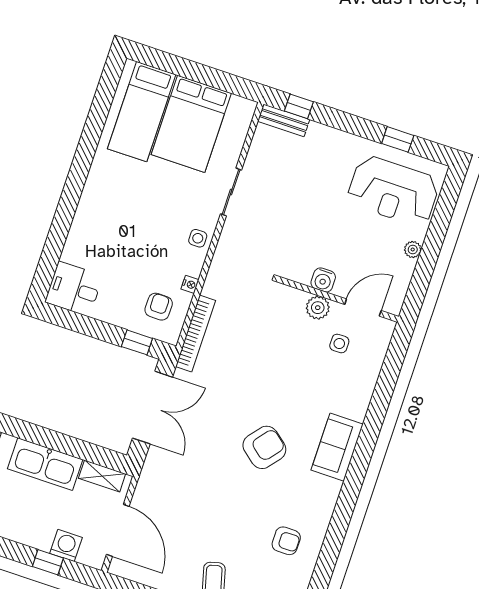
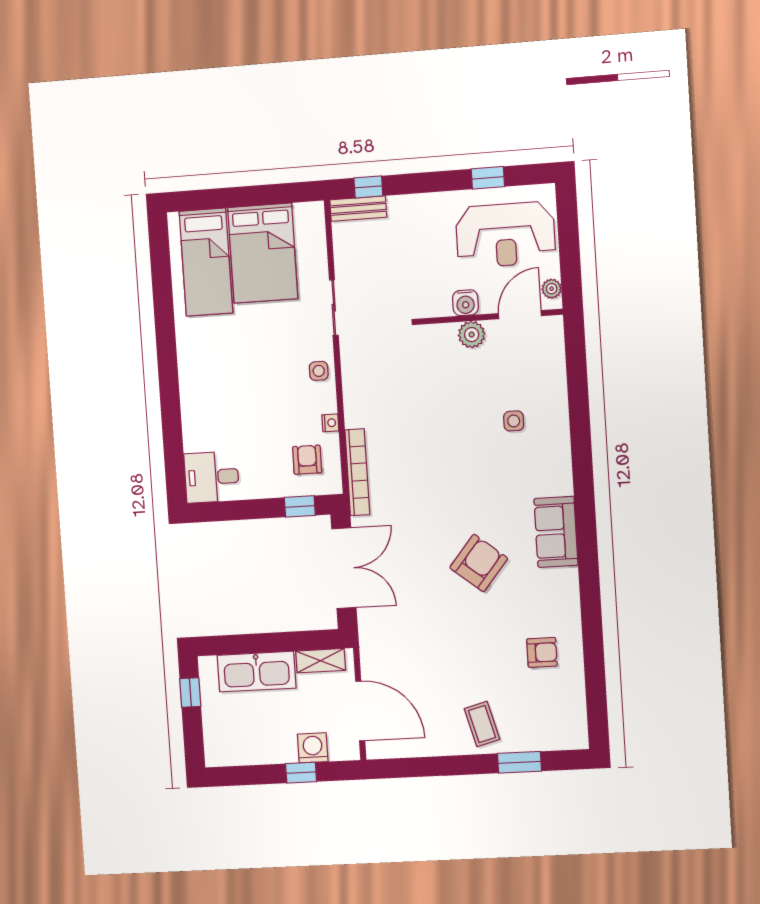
water cooler: (323, 280) -> (465, 303), moved
wall: (338, 299) -> (490, 317), moved
plant: (318, 308) -> (472, 335), moved
door: (363, 308) -> (520, 315), moved

